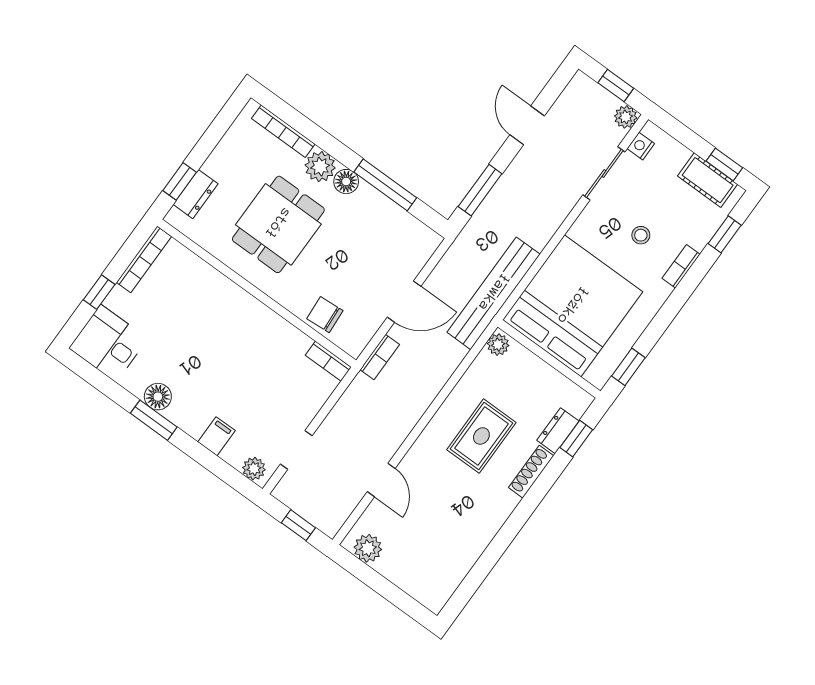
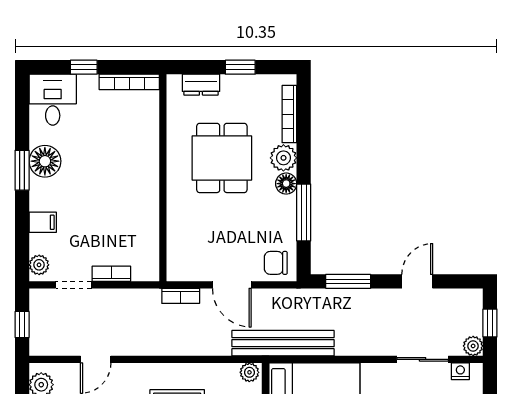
window: (180, 181) -> (240, 67), moved
dining table: (278, 224) -> (222, 158), turned 90
chair: (325, 315) -> (276, 263), moved, turned -86
bookcase: (328, 361) -> (111, 274), moved, turned 90
floor lamp: (158, 397) -> (45, 161), width x1.38, depth x1.38

